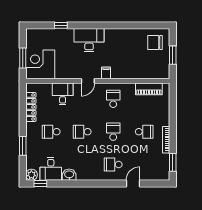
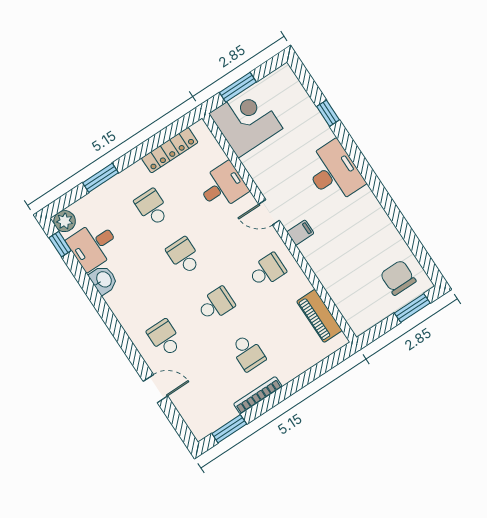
window: (173, 55) -> (412, 308), moved

